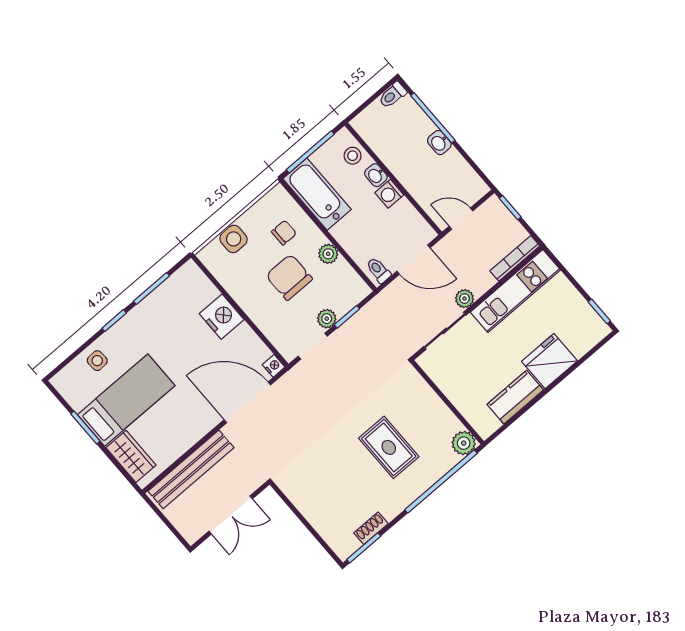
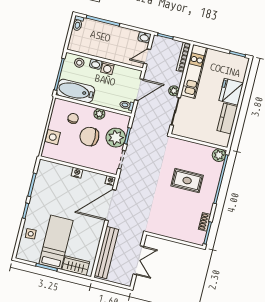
washbasin: (439, 143) -> (144, 37), moved
nightstand: (222, 317) -> (77, 173), width x0.53, depth x0.56
plant: (327, 319) -> (116, 138), width x1.88, depth x1.88

